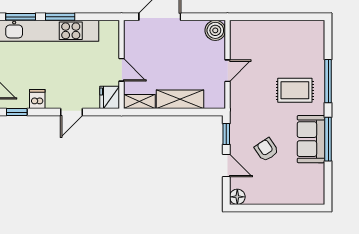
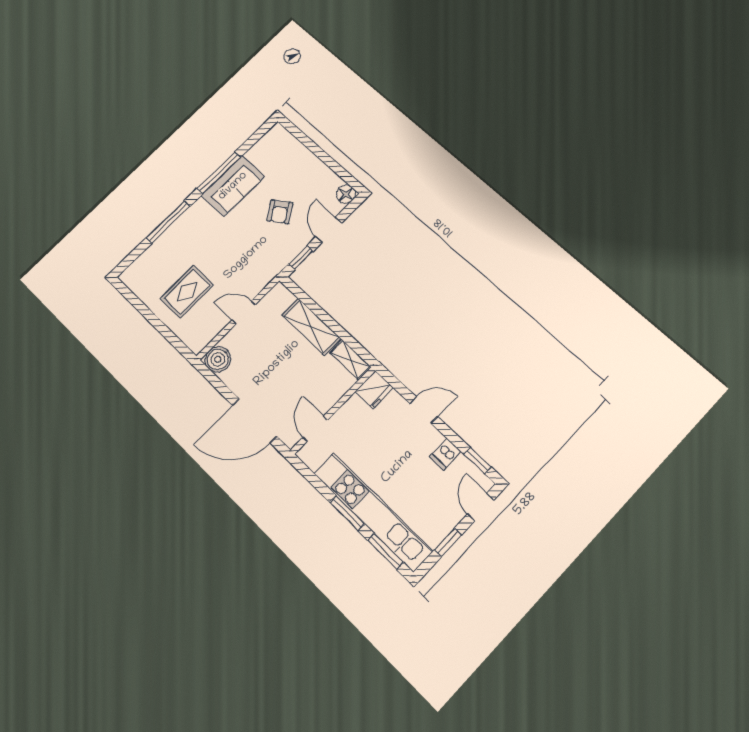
door: (122, 70) -> (315, 429), moved
rug: (295, 90) -> (187, 292), moved, turned 90

